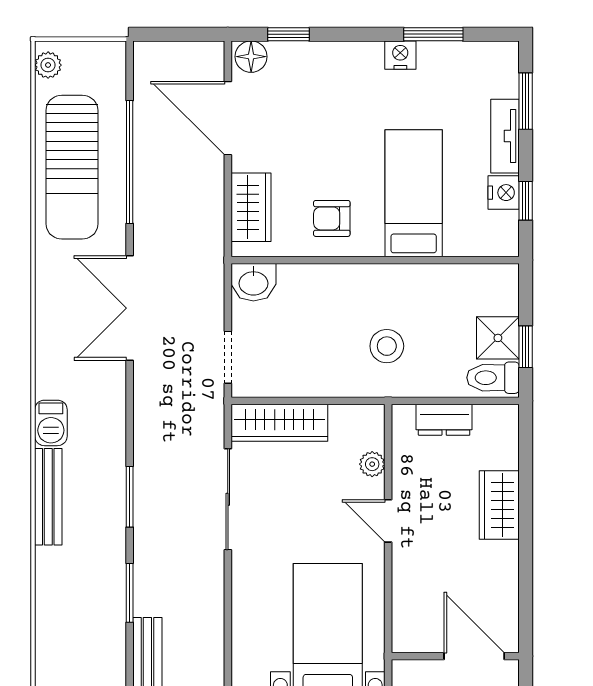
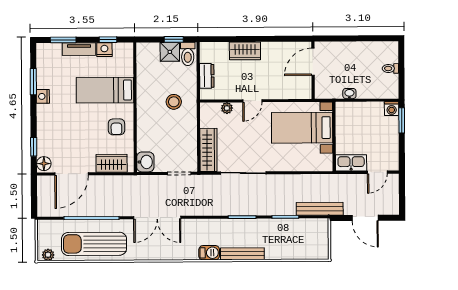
sun lounger: (72, 167) -> (94, 244), turned 180

